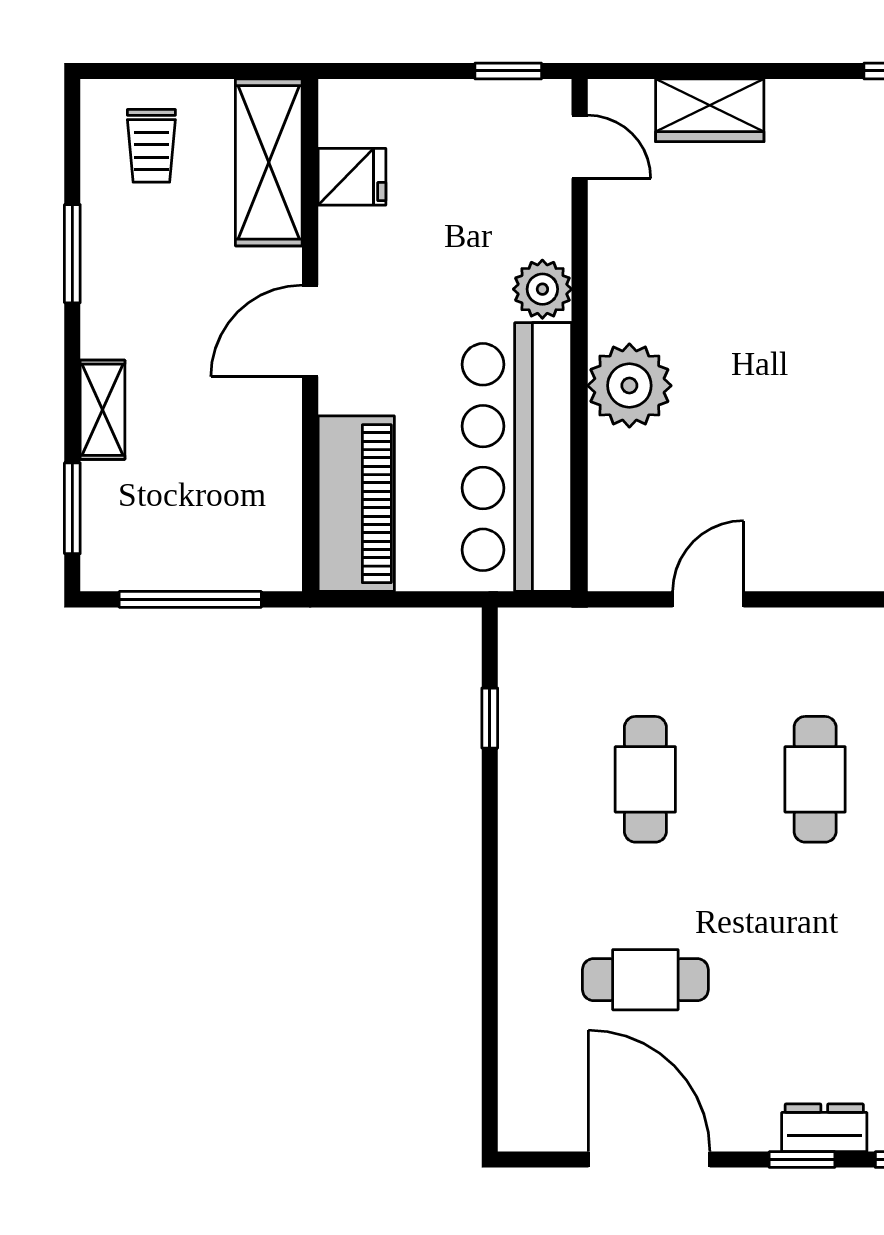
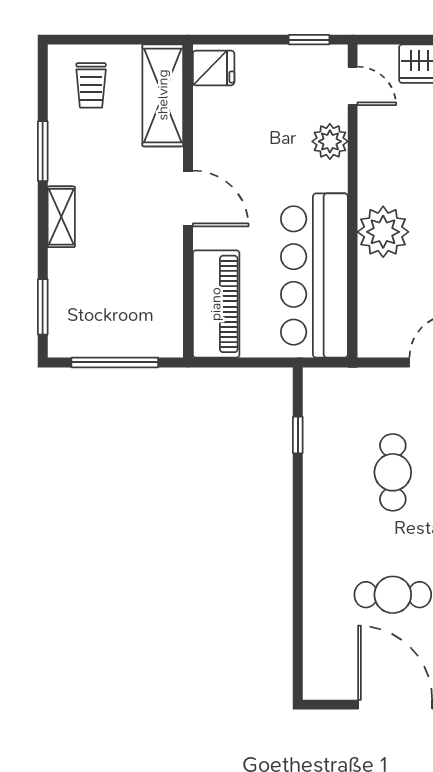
fridge: (352, 177) -> (214, 68), moved
plant: (542, 289) -> (330, 141), moved
door: (310, 331) -> (188, 198), swing flipped
shelving: (103, 410) -> (61, 217), moved

